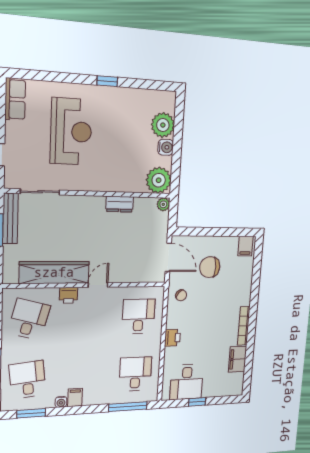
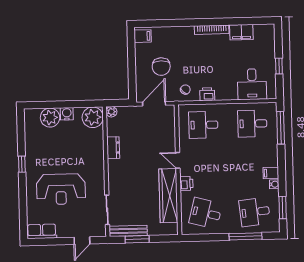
reception desk: (71, 132) -> (61, 189), turned 180
printer: (172, 338) -> (207, 94), moved
desk: (187, 382) -> (252, 84), moved, turned 90

